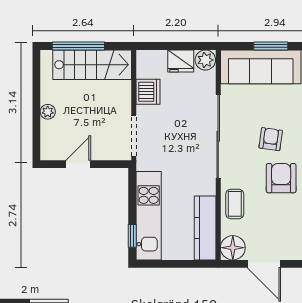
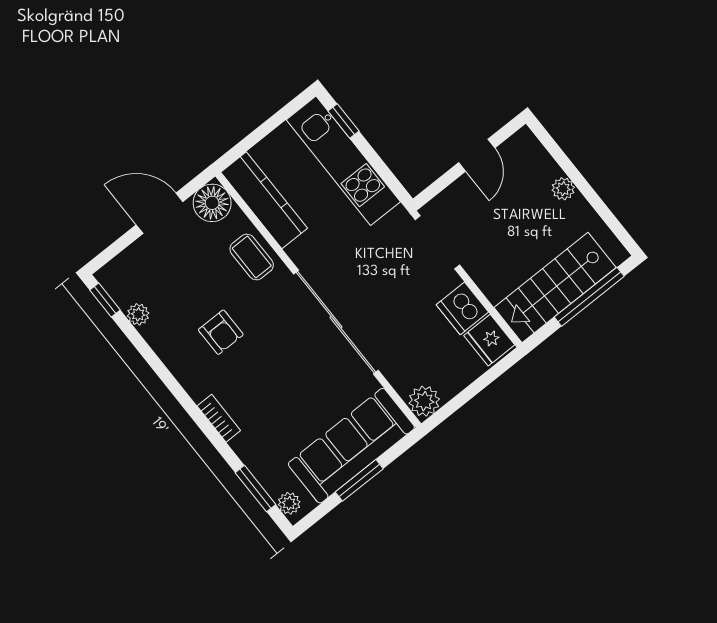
fridge: (181, 61) -> (489, 340), moved, turned -90
armchair: (271, 139) -> (270, 369), removed
armchair: (281, 178) -> (221, 332), width x0.72, depth x0.72

